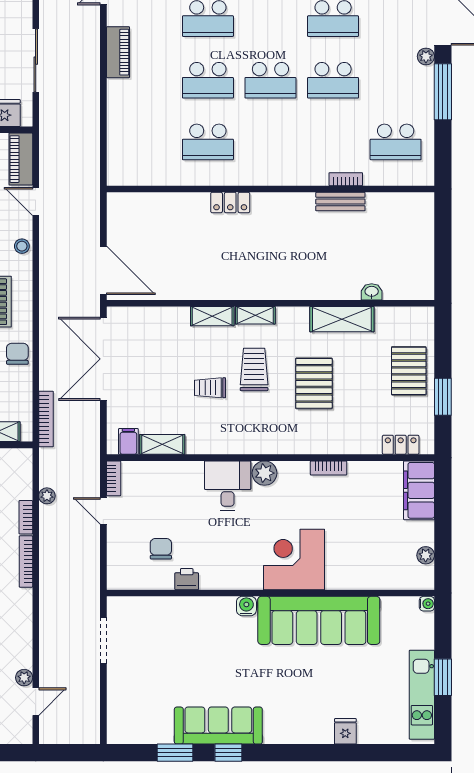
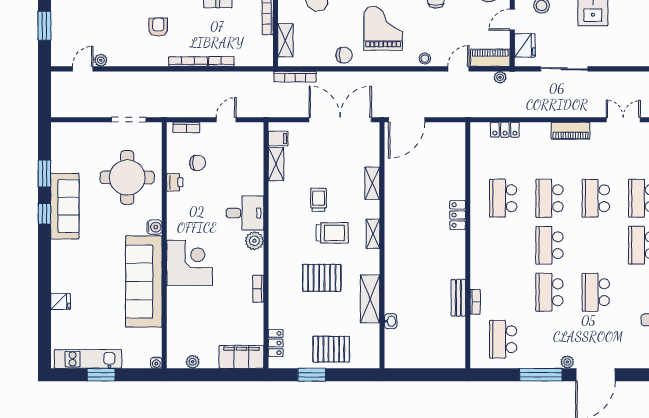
locker: (117, 140) -> (505, 130), added
shelving: (212, 316) -> (372, 183), moved
bookcase: (114, 478) -> (186, 127), moved
plant: (47, 496) -> (500, 77), moved
round table: (180, 642) -> (127, 177), added
door: (36, 702) -> (83, 69), swing flipped

